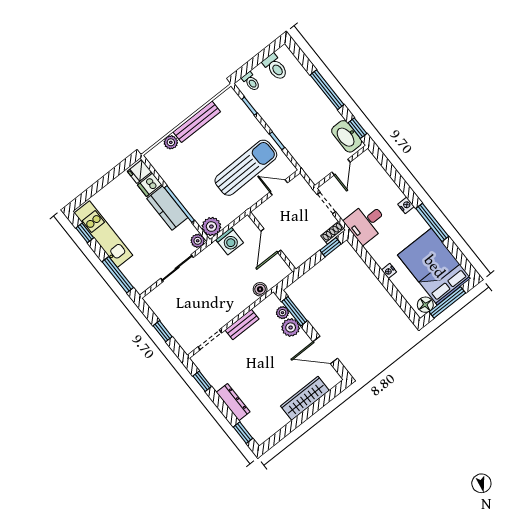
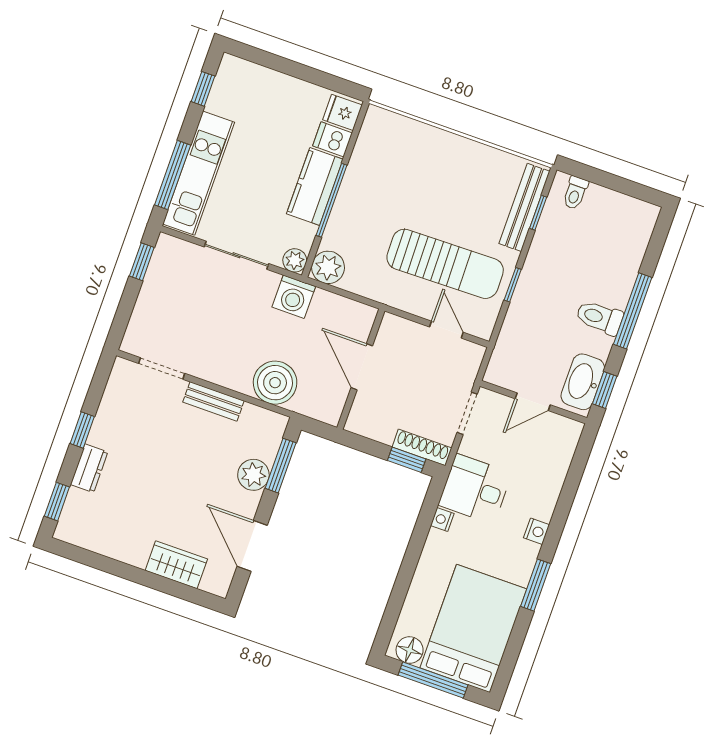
toilet: (275, 67) -> (599, 317), moved, turned 90
bench: (197, 122) -> (524, 207), moved, turned 90
plant: (171, 142) -> (414, 131), removed
window: (432, 222) -> (536, 585), width x0.69
shoe rack: (333, 233) -> (422, 447), width x1.43
kitchen unit: (103, 234) -> (199, 173), moved
washing machine: (230, 241) -> (294, 297), moved
door: (271, 241) -> (362, 367), hinge flipped
nightstand: (389, 271) -> (442, 520), moved
boiler: (260, 289) -> (275, 383), width x1.86, depth x1.86
plant: (282, 313) -> (268, 449), removed
window: (163, 331) -> (142, 262), moved
window: (202, 381) -> (82, 430), moved
wardrobe: (305, 398) -> (176, 565), width x0.67
dresser: (233, 402) -> (89, 468), width x0.70

